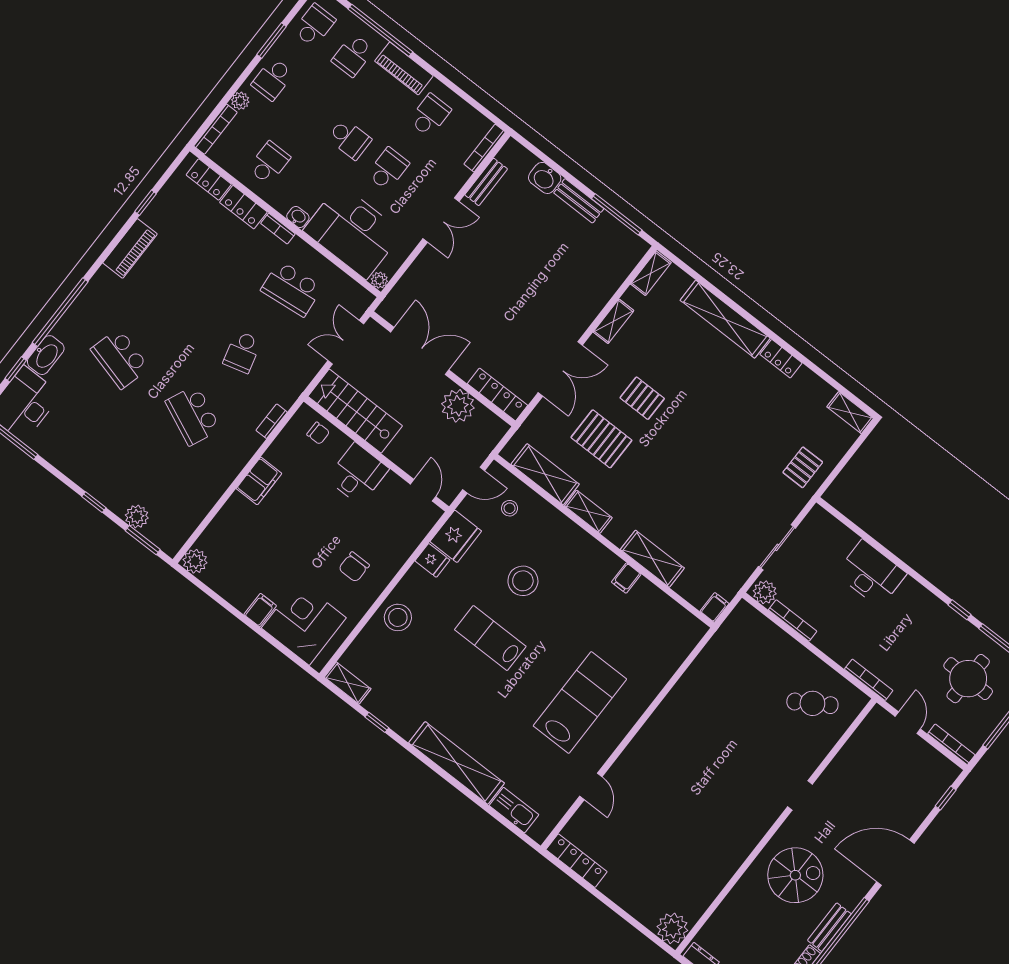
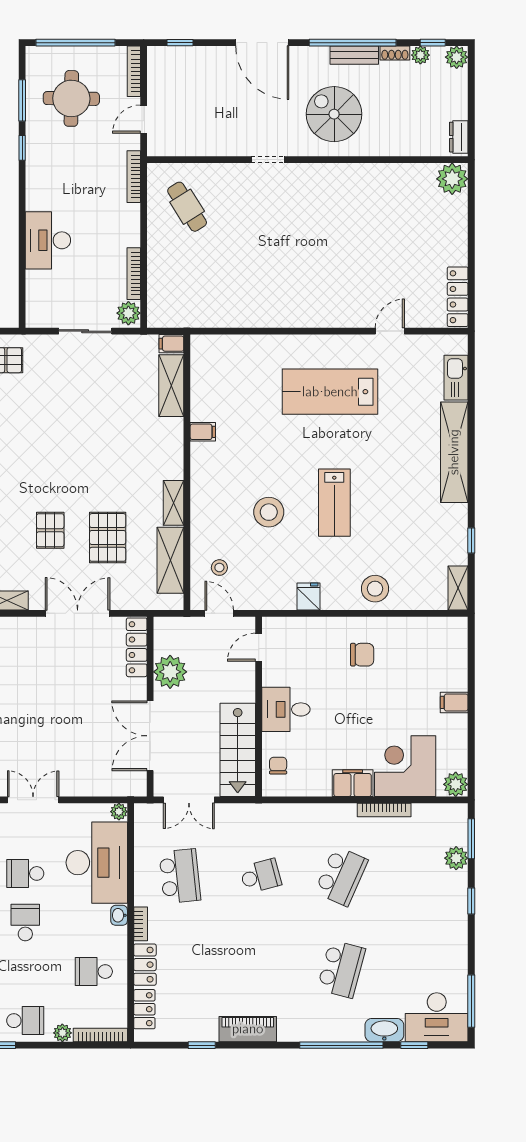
bookcase: (272, 421) -> (384, 810), moved, width x1.56
fridge: (456, 536) -> (275, 593), removed
shelving: (652, 559) -> (171, 386), moved
corner desk: (304, 623) -> (405, 766), moved, turned 90

